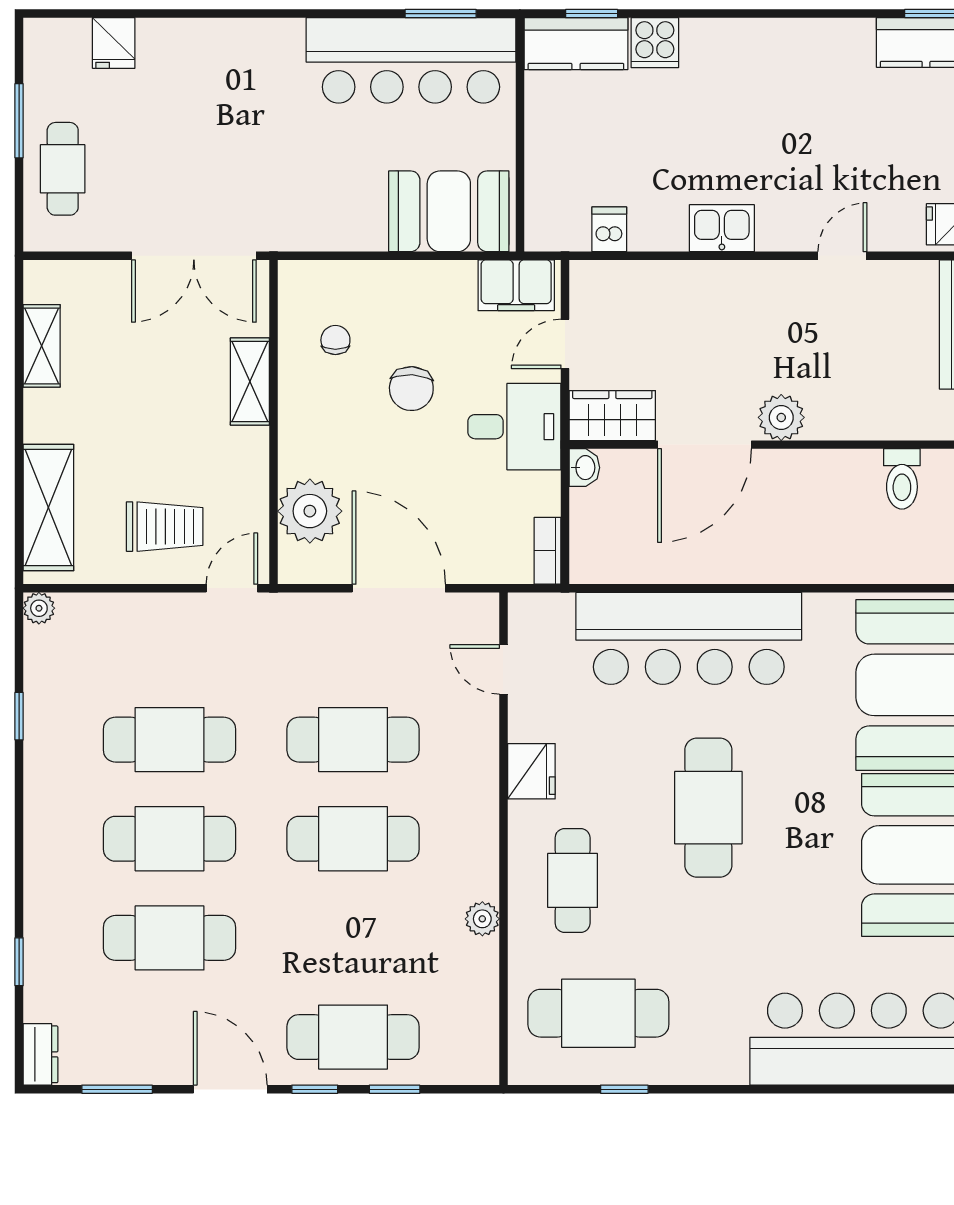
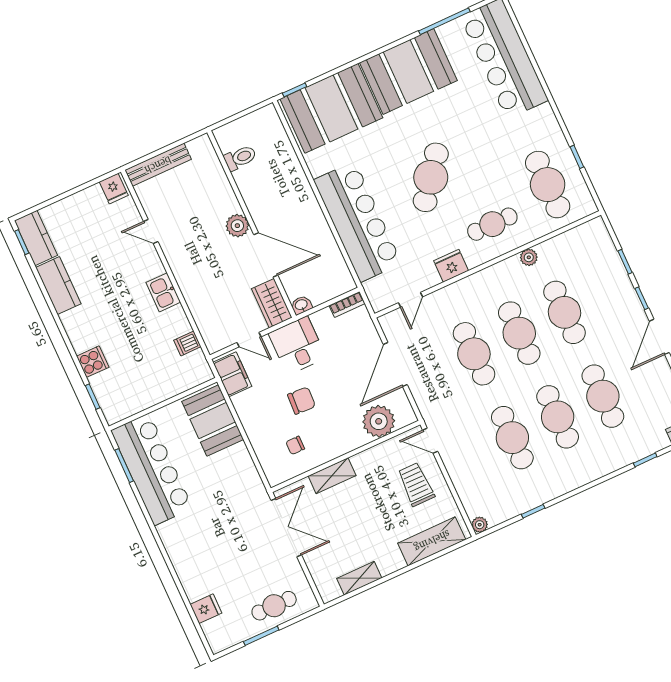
kitchen counter: (576, 44) -> (58, 286), moved
cafe table: (708, 808) -> (431, 177), turned -52
cafe table: (353, 1037) -> (565, 312), moved

